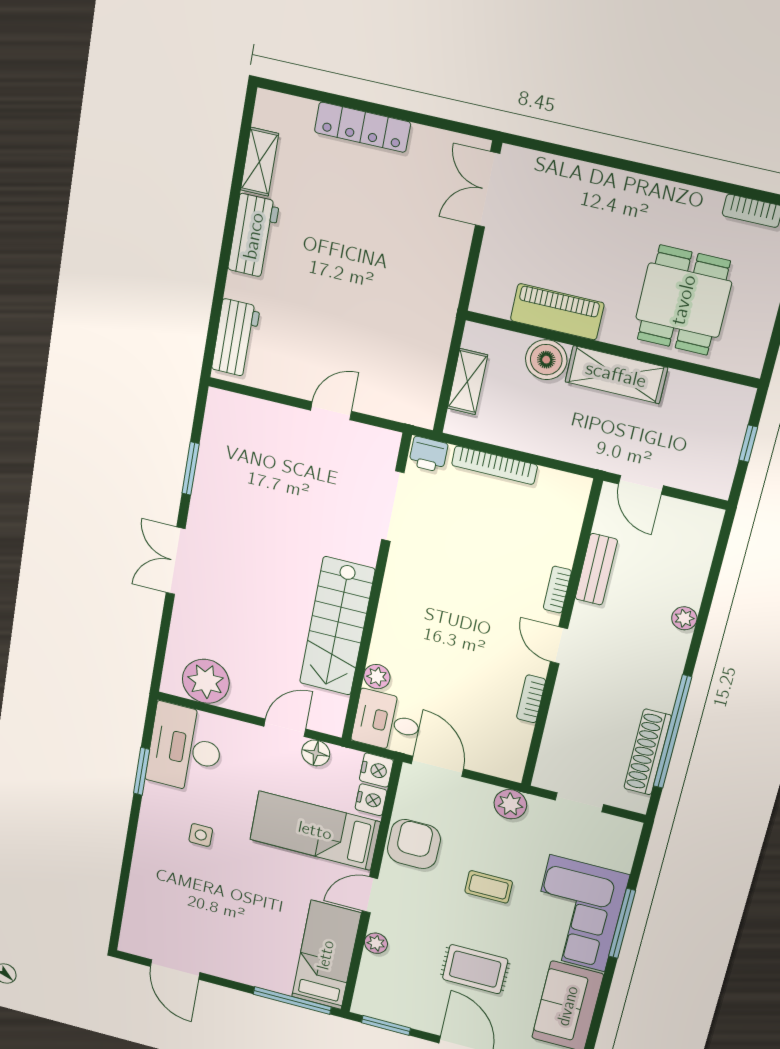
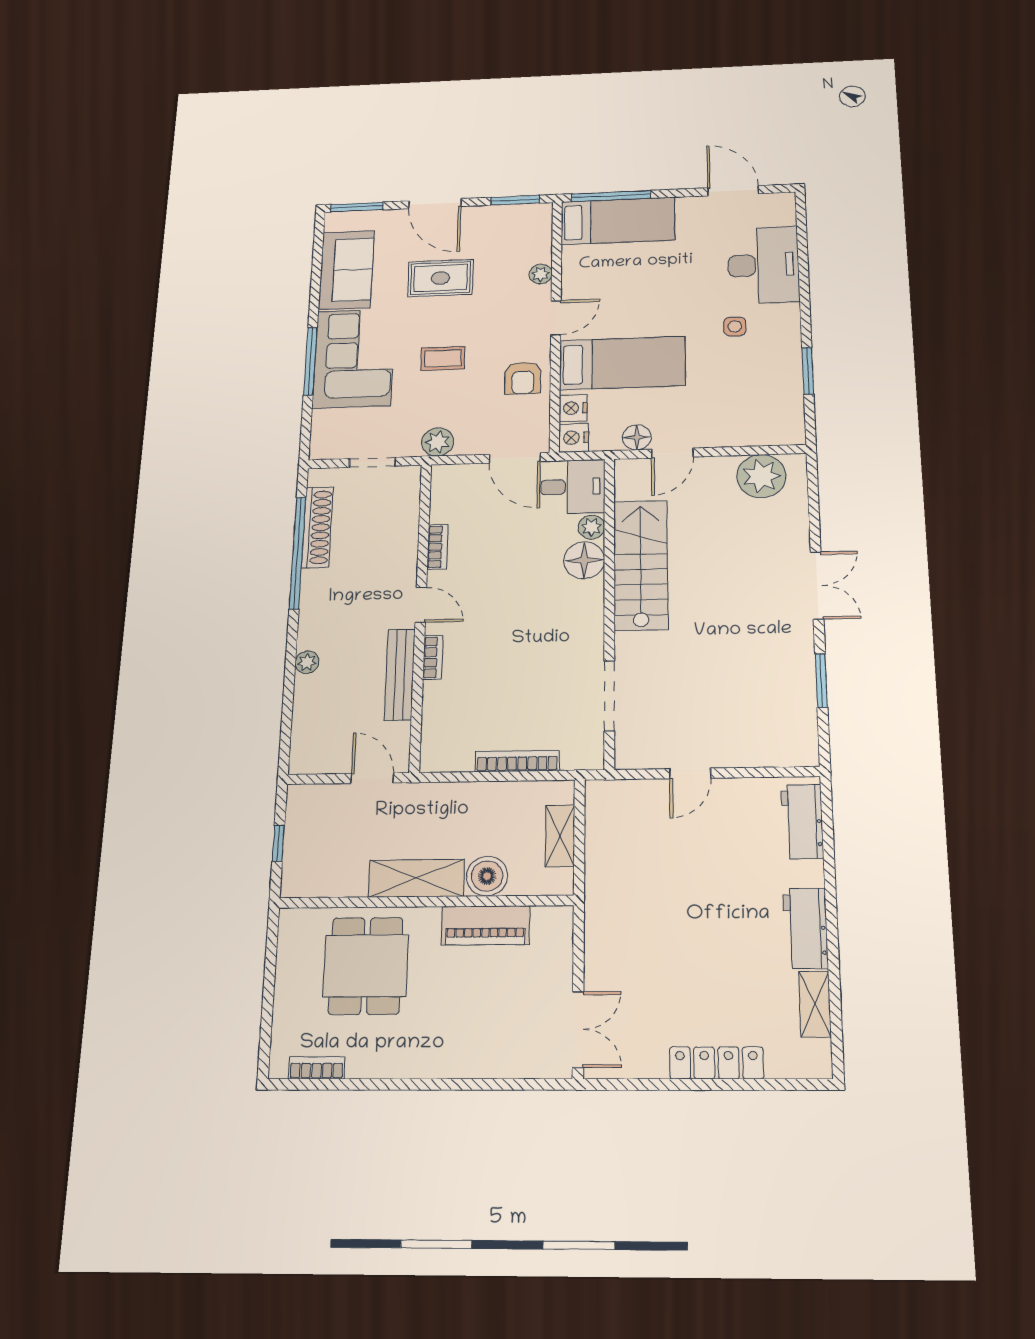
printer: (428, 454) -> (584, 755), removed
bench: (596, 569) -> (400, 674), width x1.36
floor lamp: (390, 646) -> (584, 560), added
desk: (185, 748) -> (764, 265), moved
armchair: (414, 844) -> (523, 378), width x0.72, depth x0.72
bed: (326, 955) -> (618, 221), moved, turned -90

